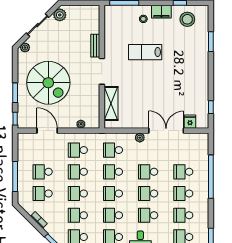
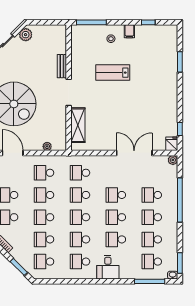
filing cabinet: (161, 12) -> (129, 31), width x0.50
stool: (187, 19) -> (156, 39), removed
fridge: (190, 122) -> (172, 144), moved
plant: (140, 138) -> (173, 160), moved

